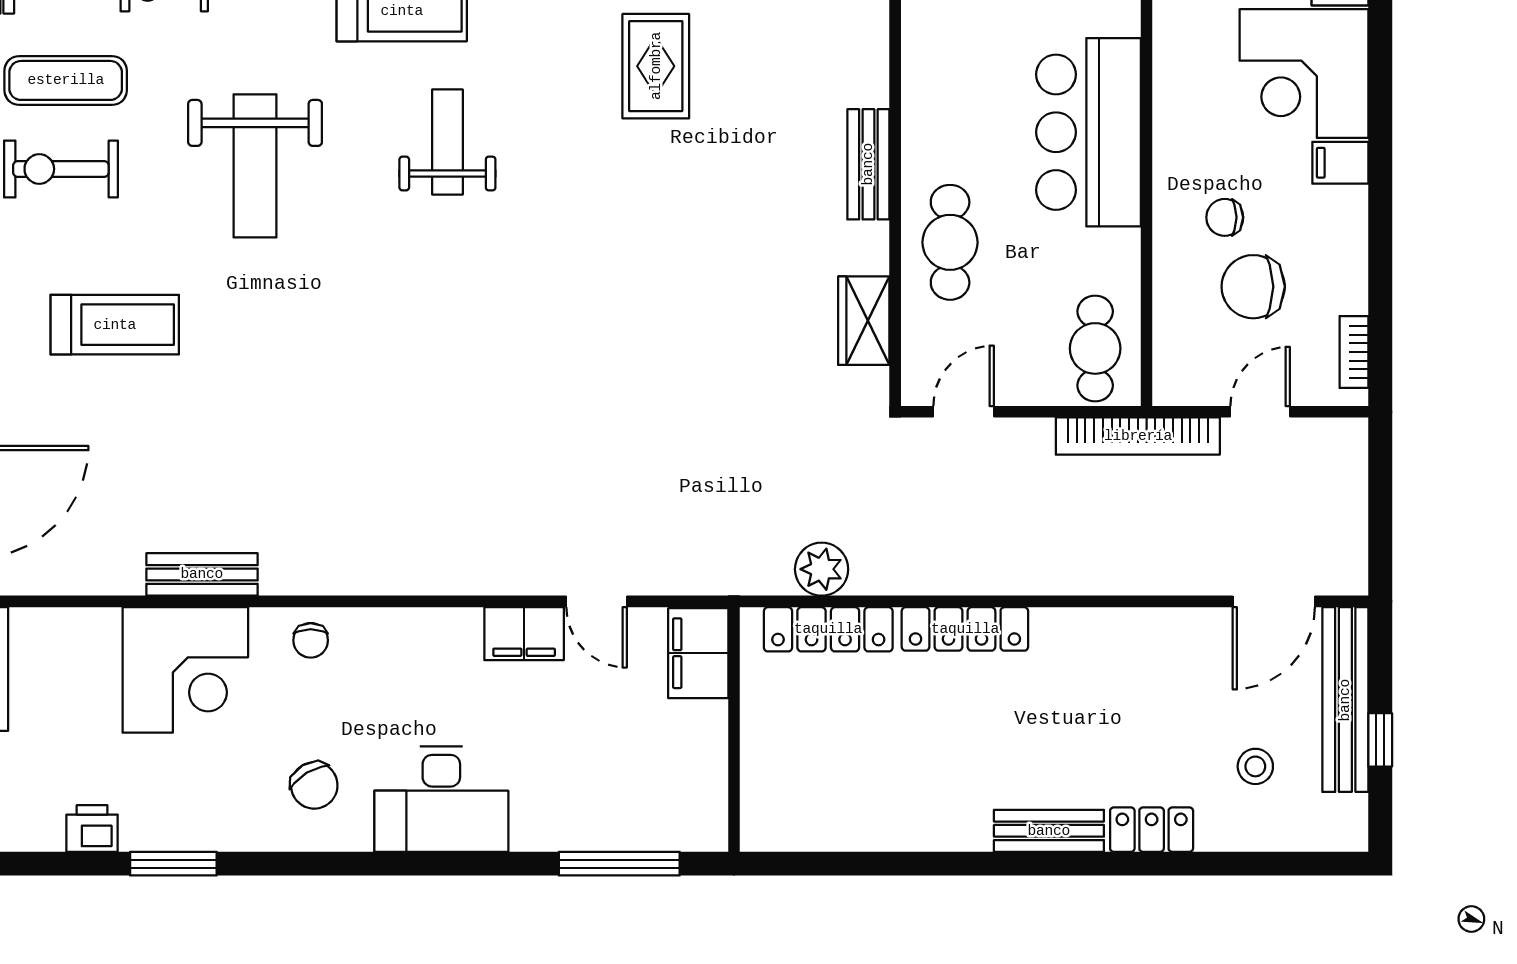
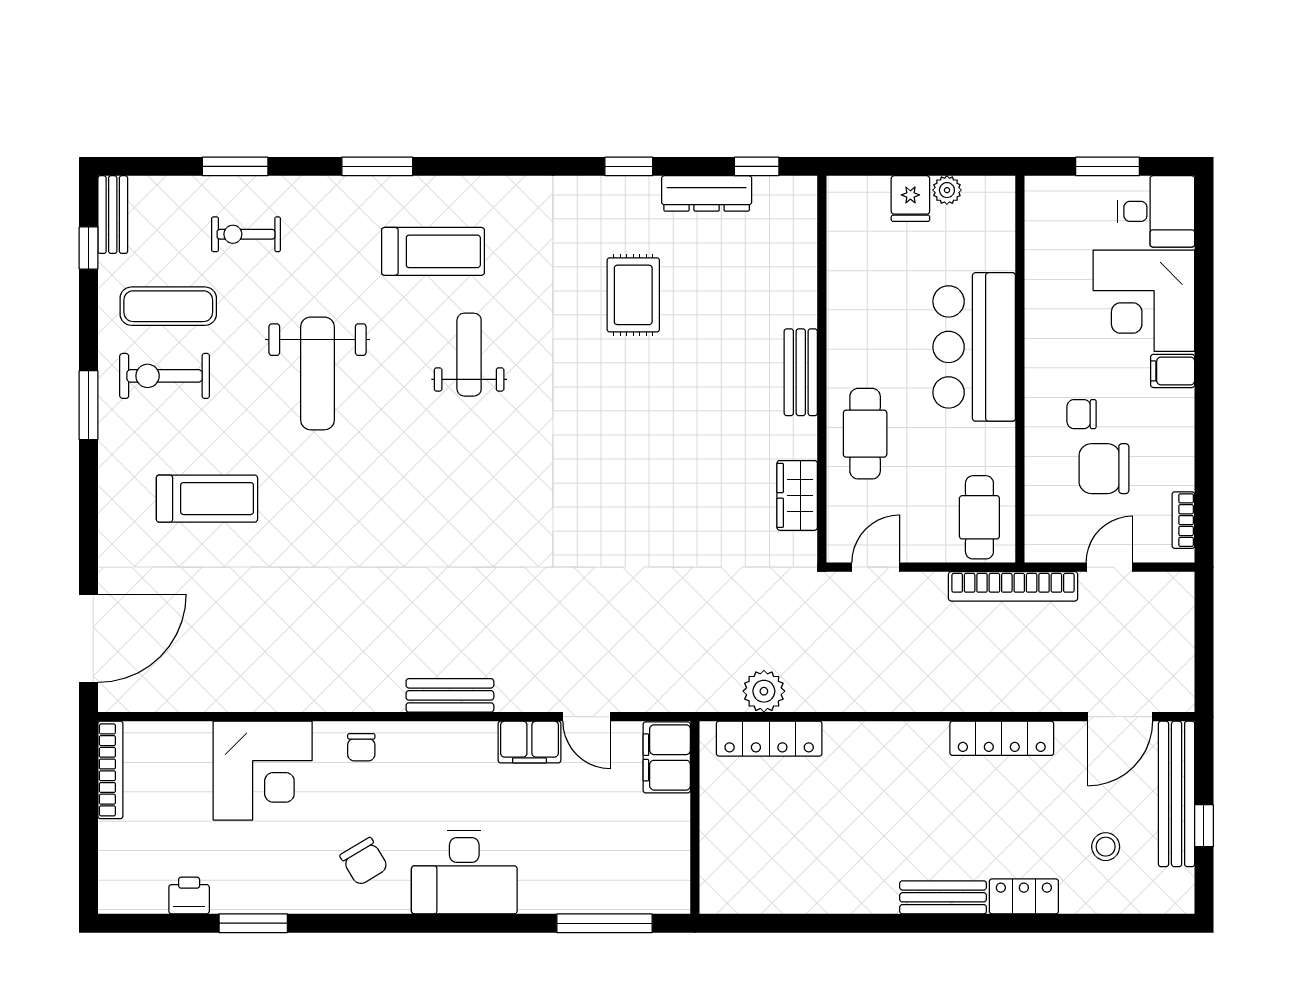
bench: (202, 574) -> (450, 695), moved
locker: (965, 629) -> (1002, 738), moved

